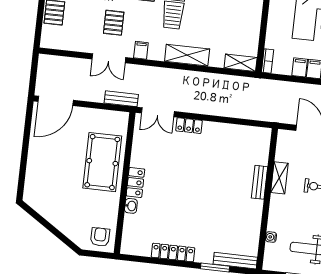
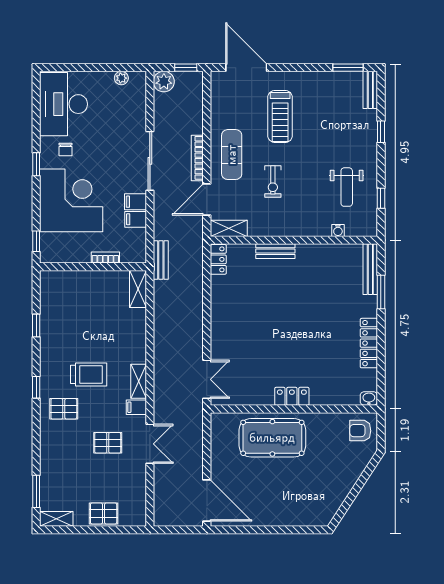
shelving: (187, 55) -> (139, 381), moved, width x0.67, depth x0.75
bookcase: (268, 61) -> (105, 258), moved
bench: (121, 99) -> (161, 260), moved
locker: (189, 126) -> (218, 259), moved
shelving: (279, 178) -> (229, 228), moved
washbasin: (131, 206) -> (369, 398), moved

